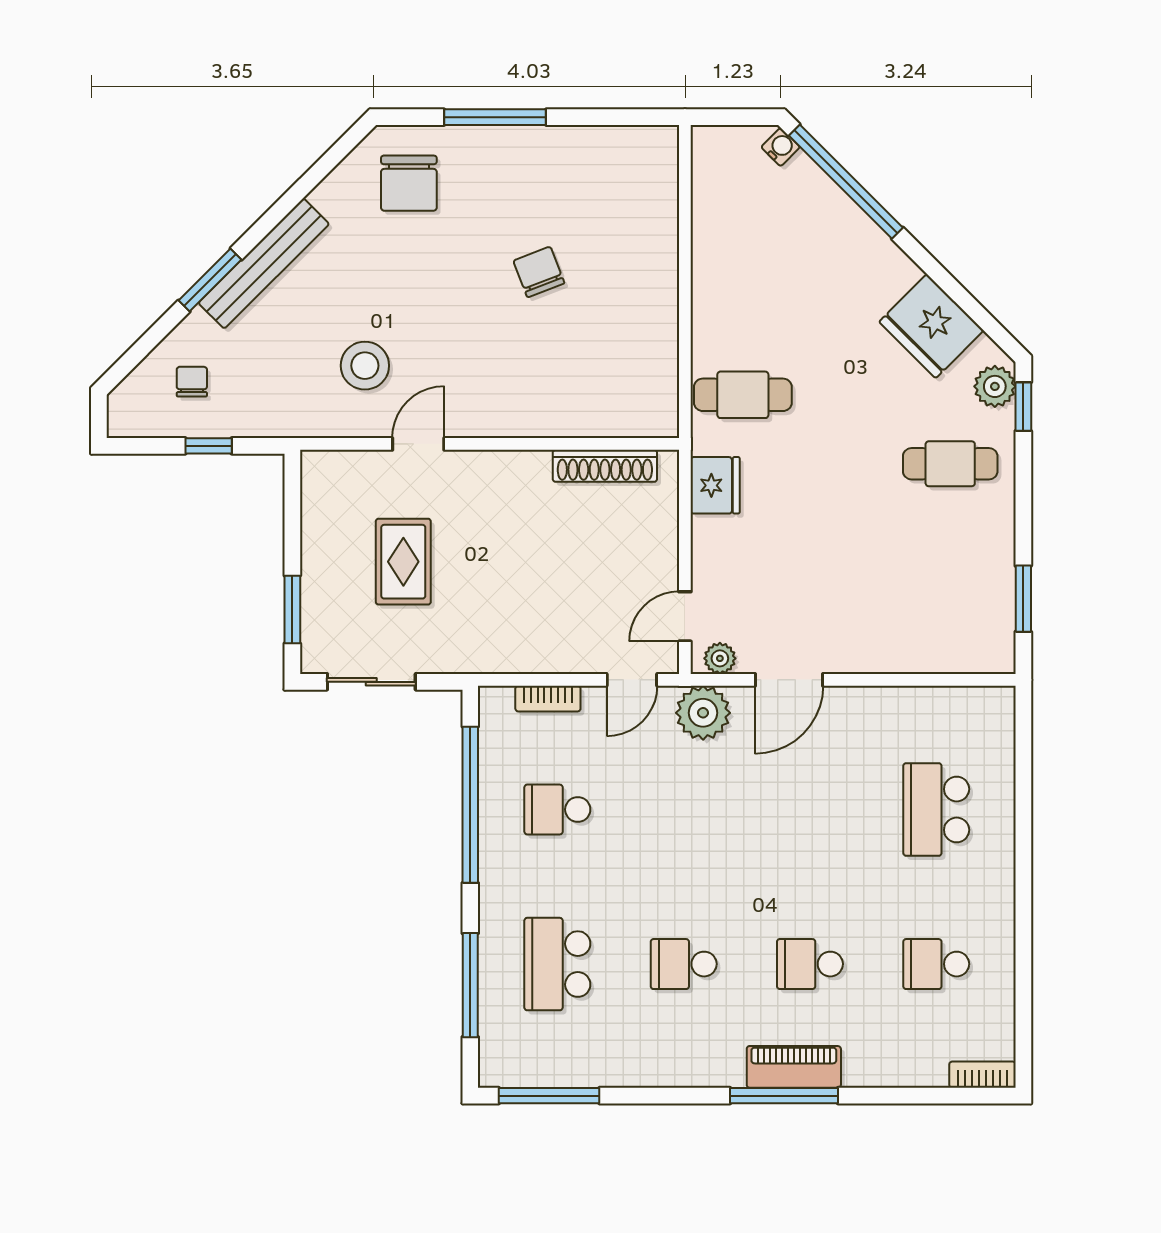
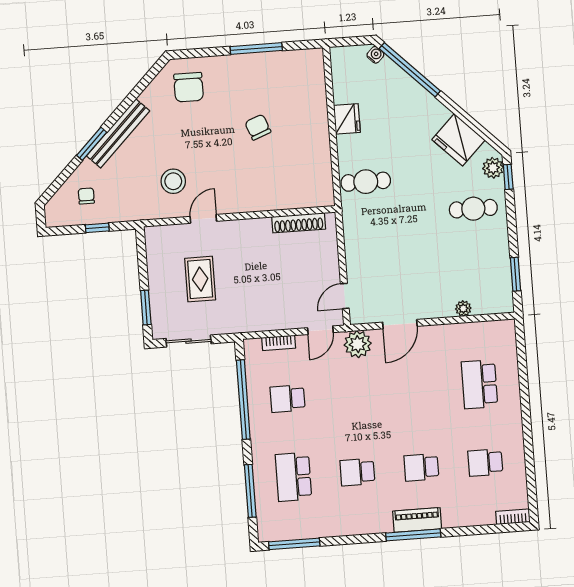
window: (495, 117) -> (256, 49), moved
fridge: (715, 485) -> (347, 119), moved
plant: (720, 658) -> (463, 309), moved

